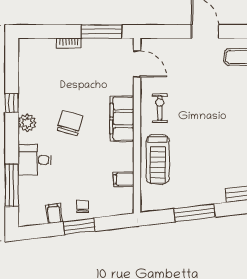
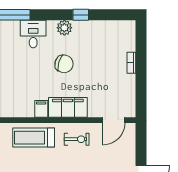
window: (102, 32) -> (141, 90), removed
filing cabinet: (124, 179) -> (41, 109), moved

